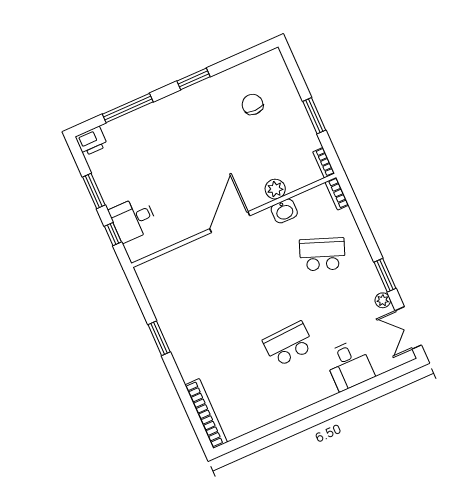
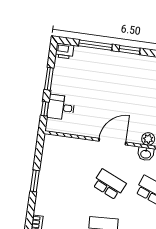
window: (193, 79) -> (130, 50), moved
school desk: (261, 282) -> (109, 184), added

